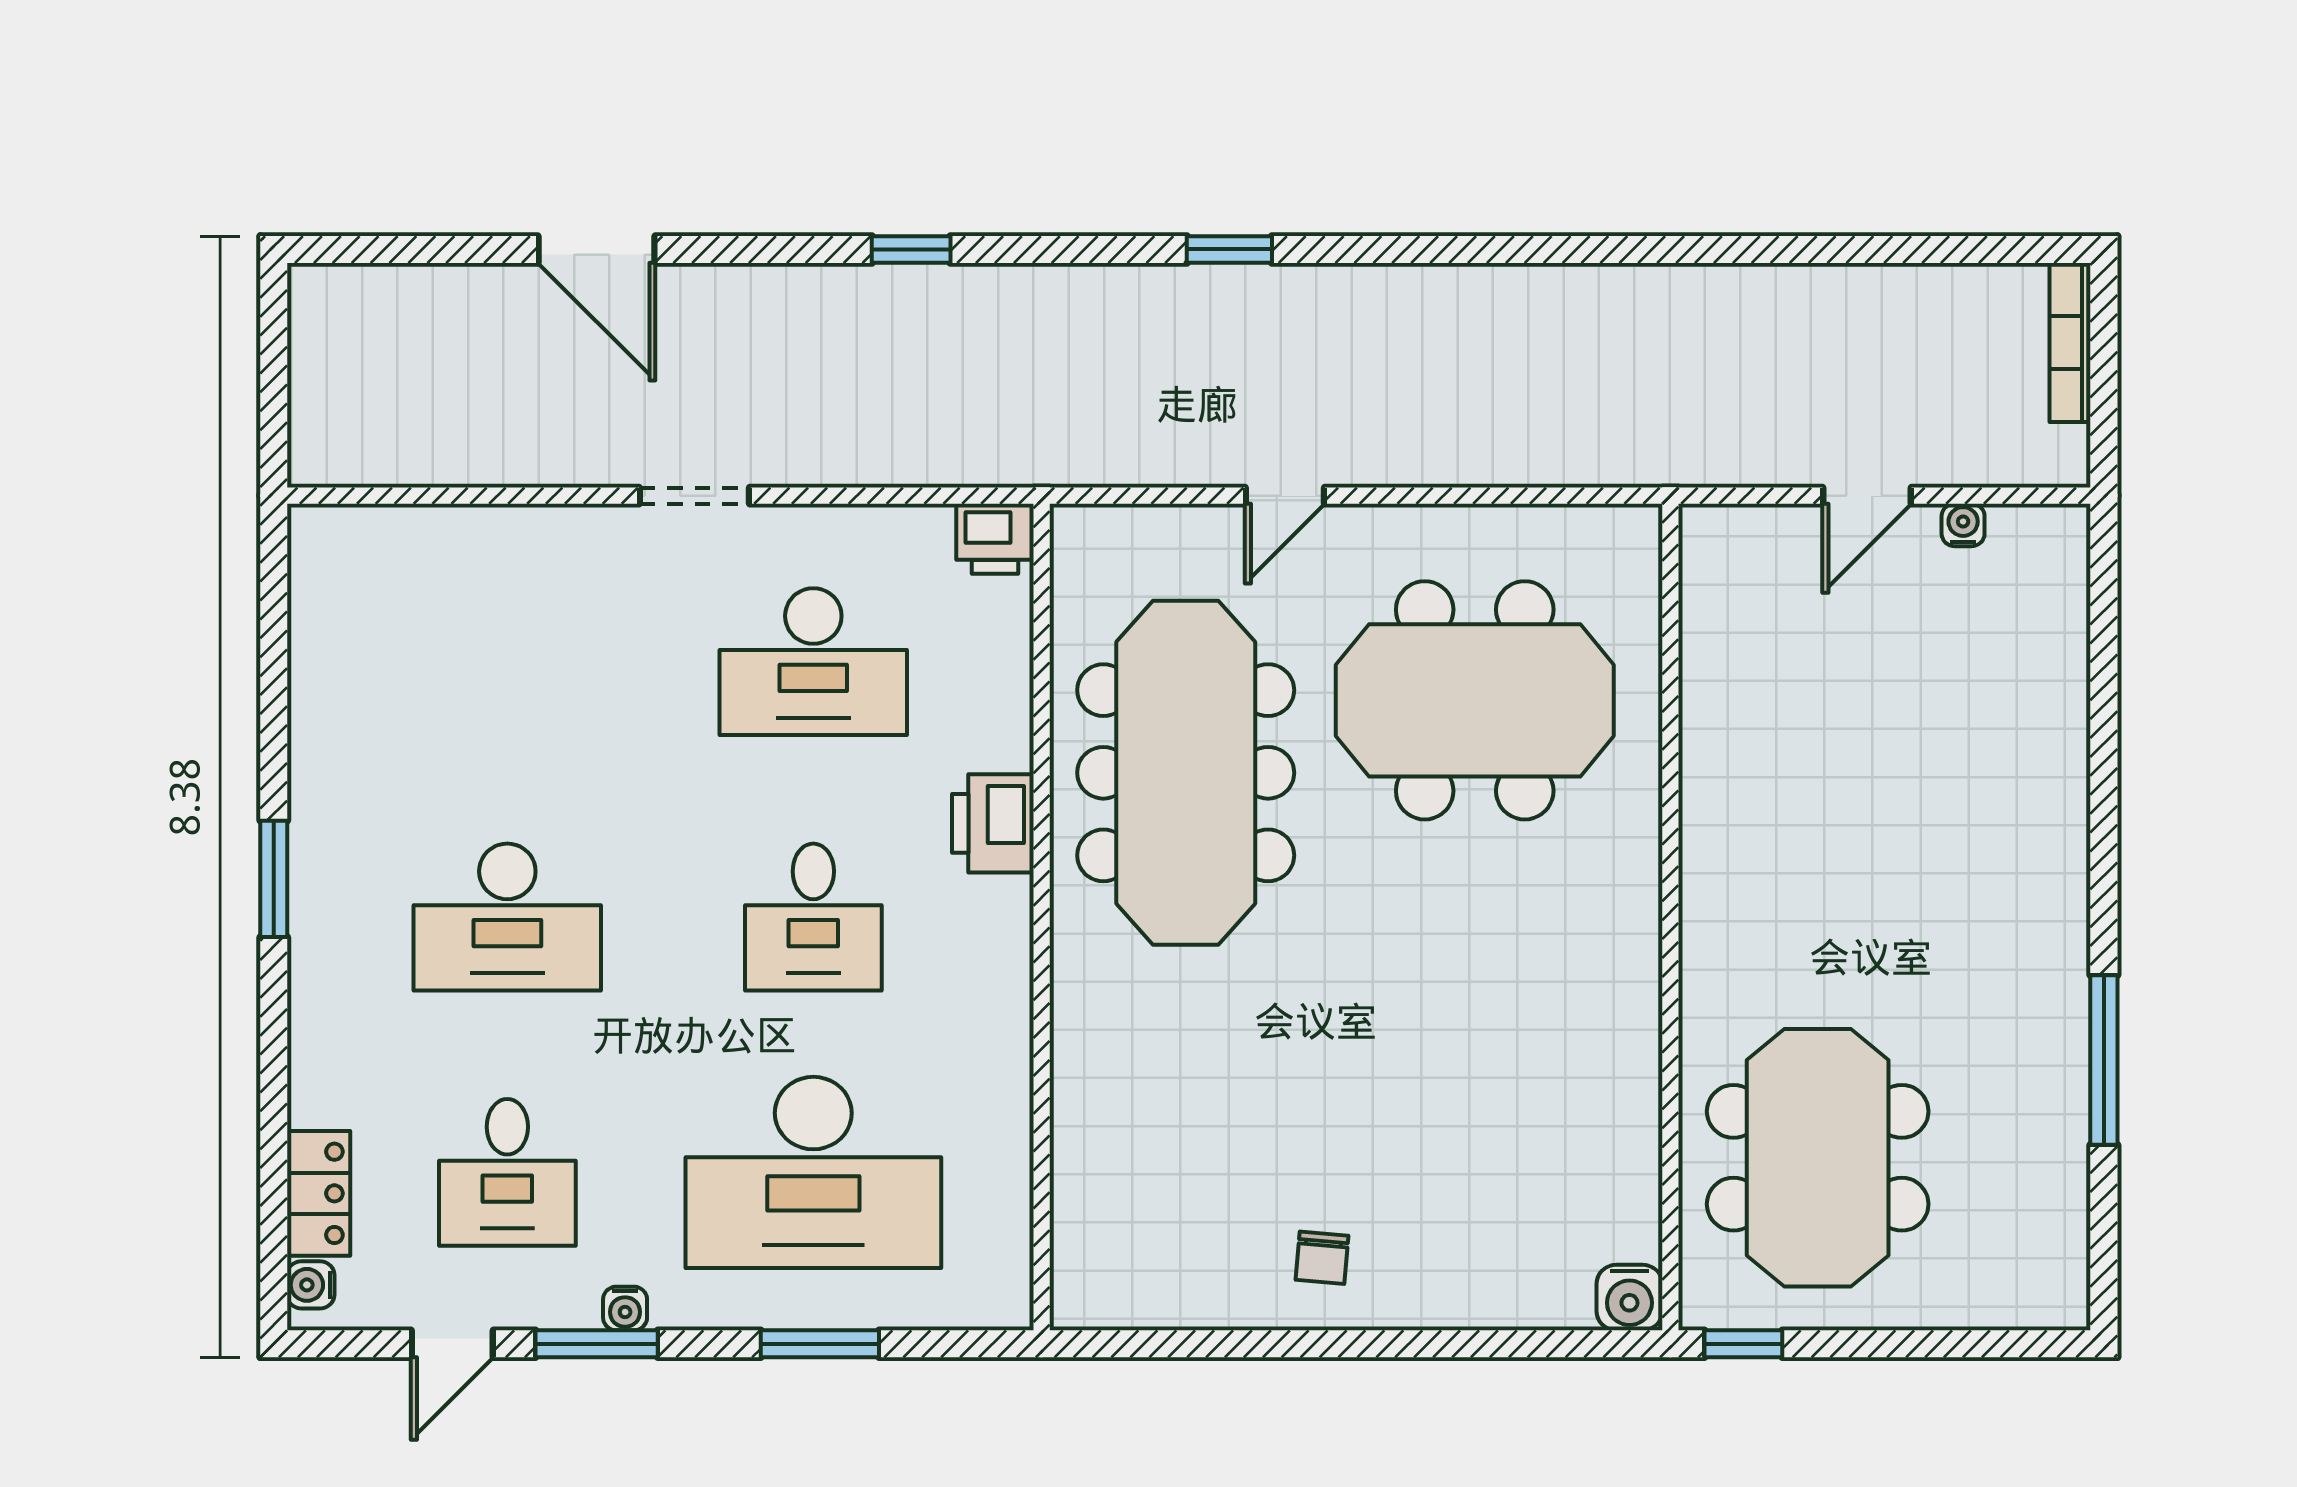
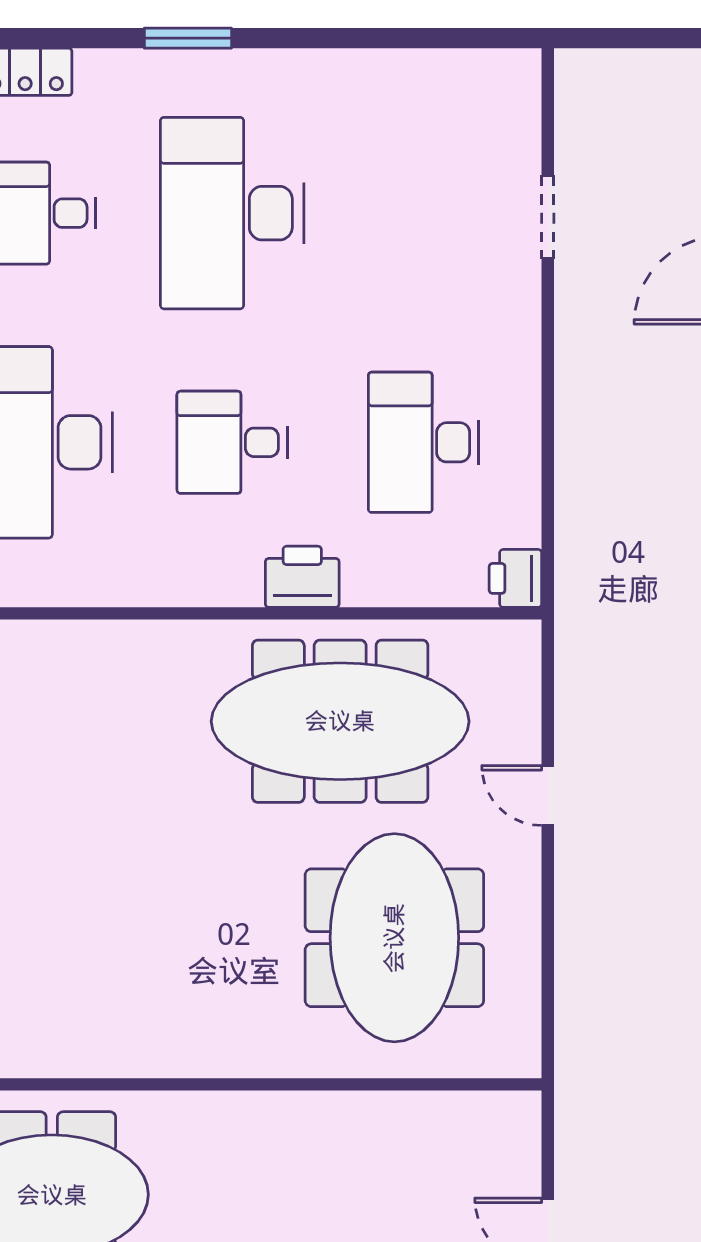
doorway: (694, 496) -> (548, 217), moved
window: (274, 879) -> (188, 38), moved
desk: (507, 917) -> (232, 213), width x1.36, depth x1.30

